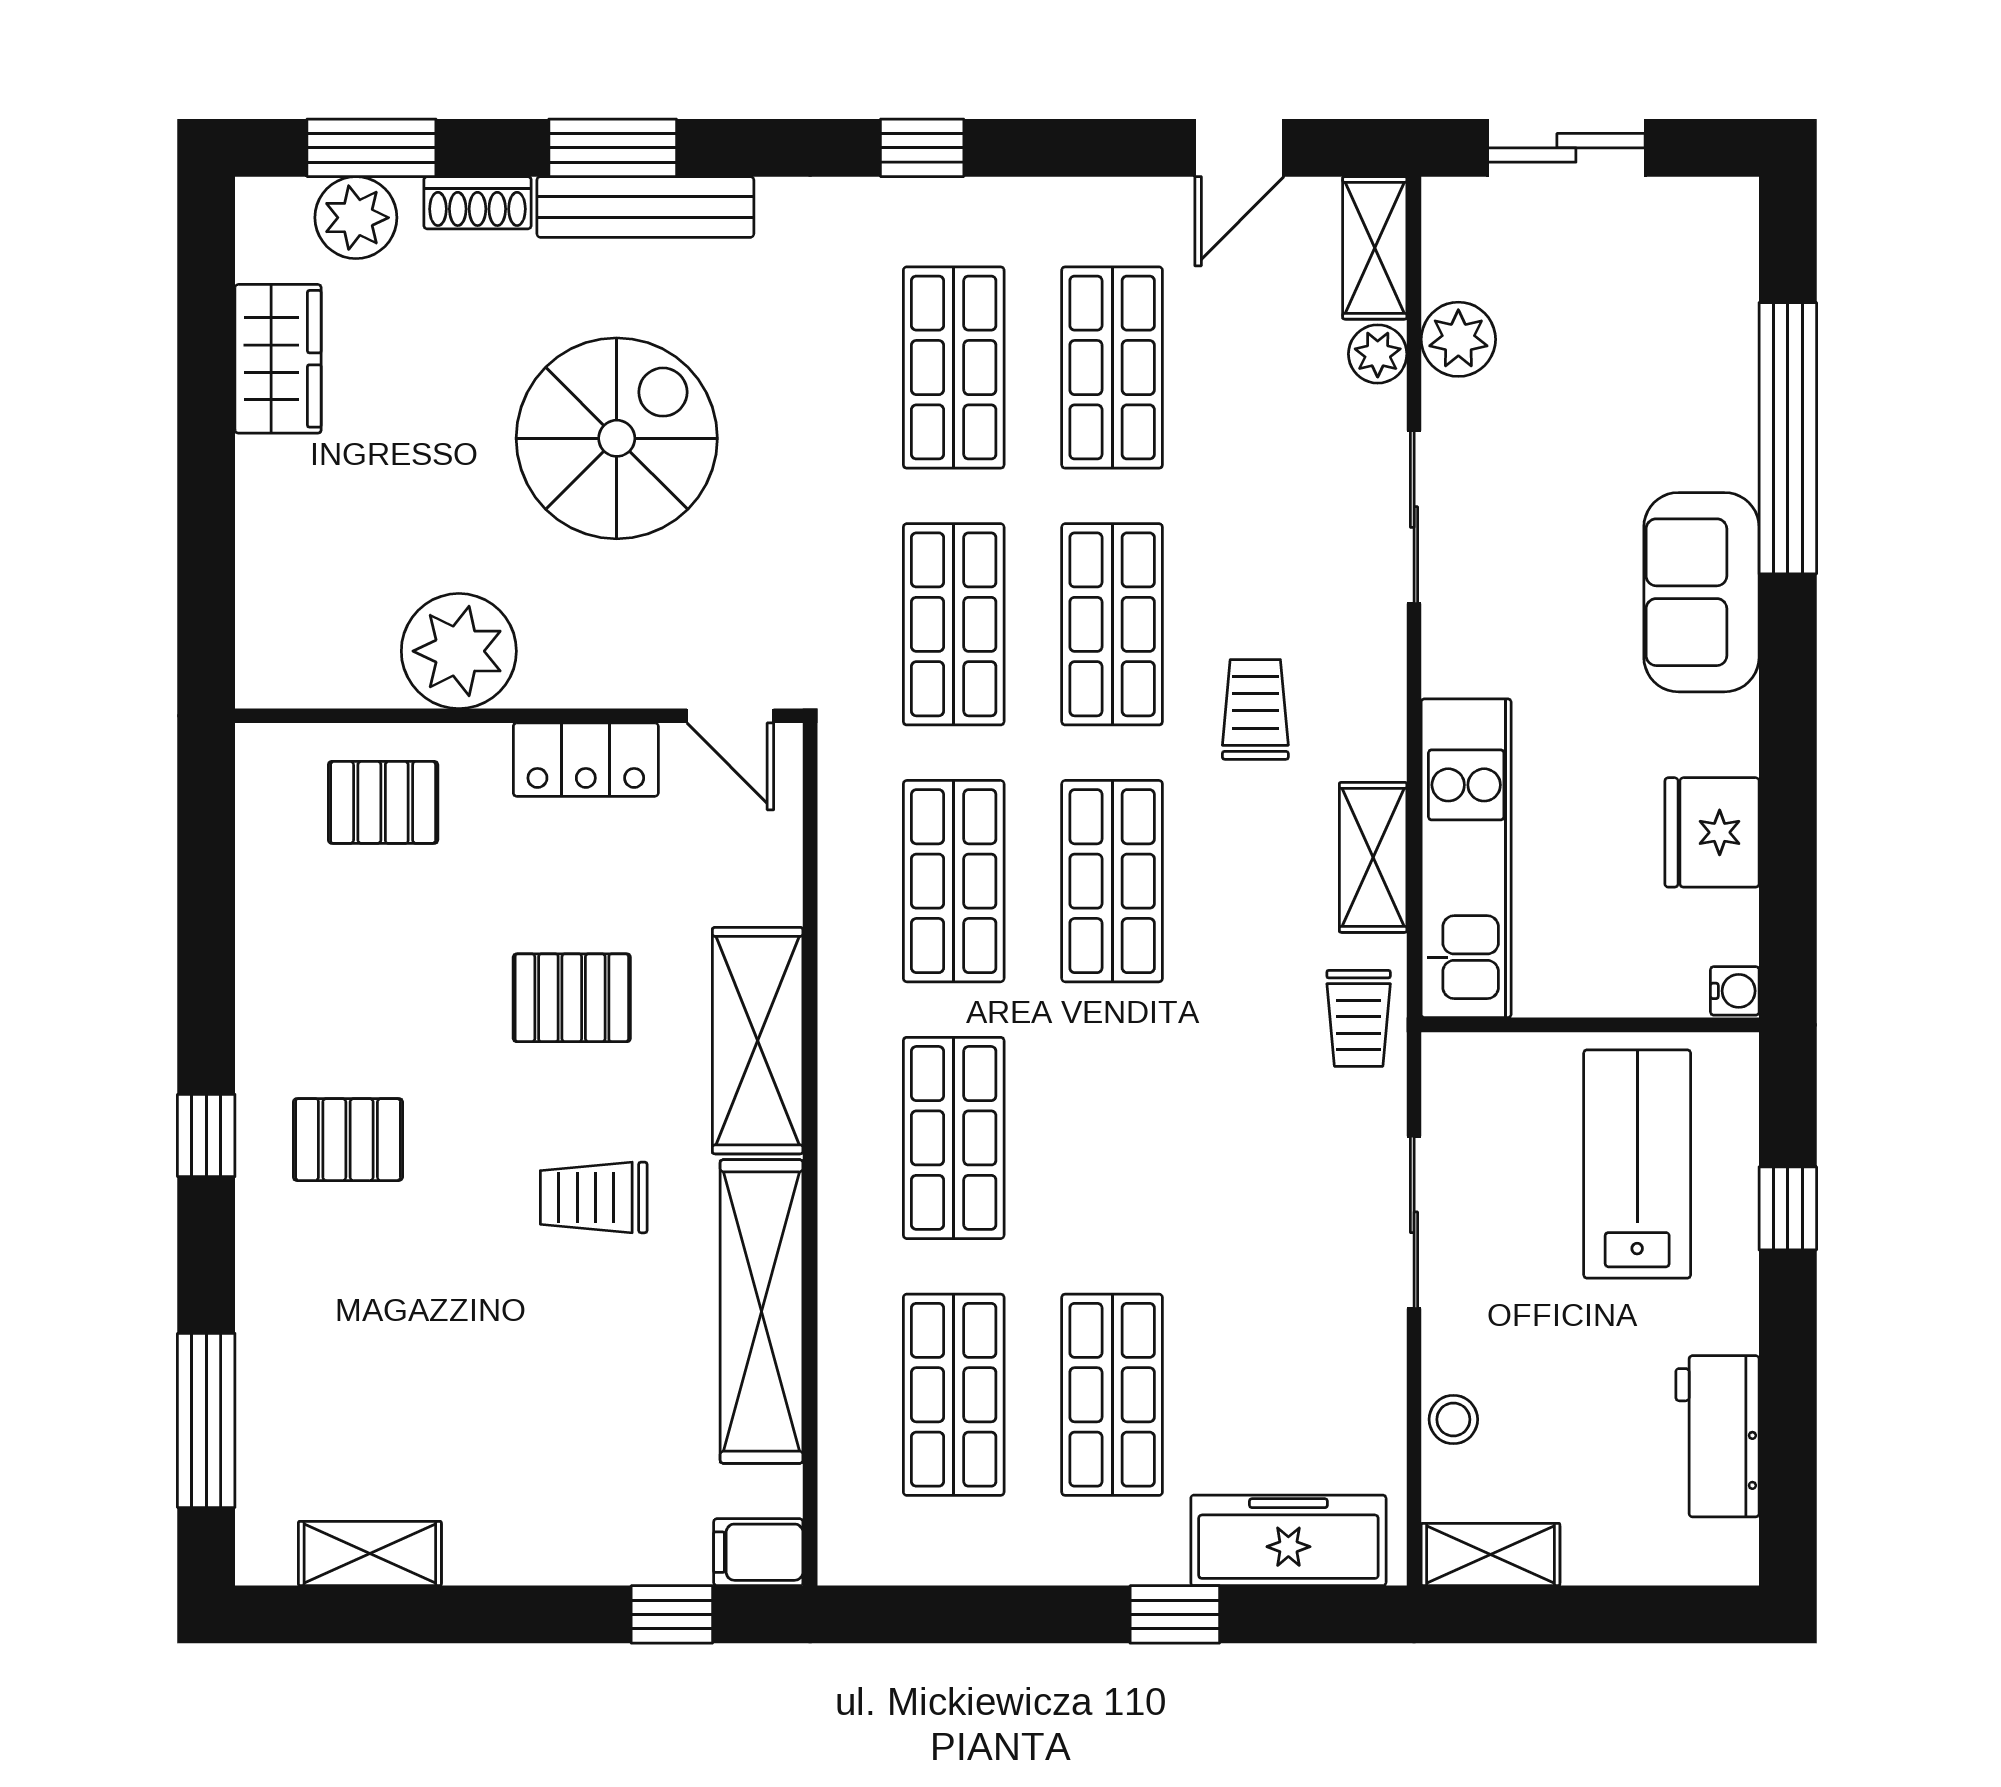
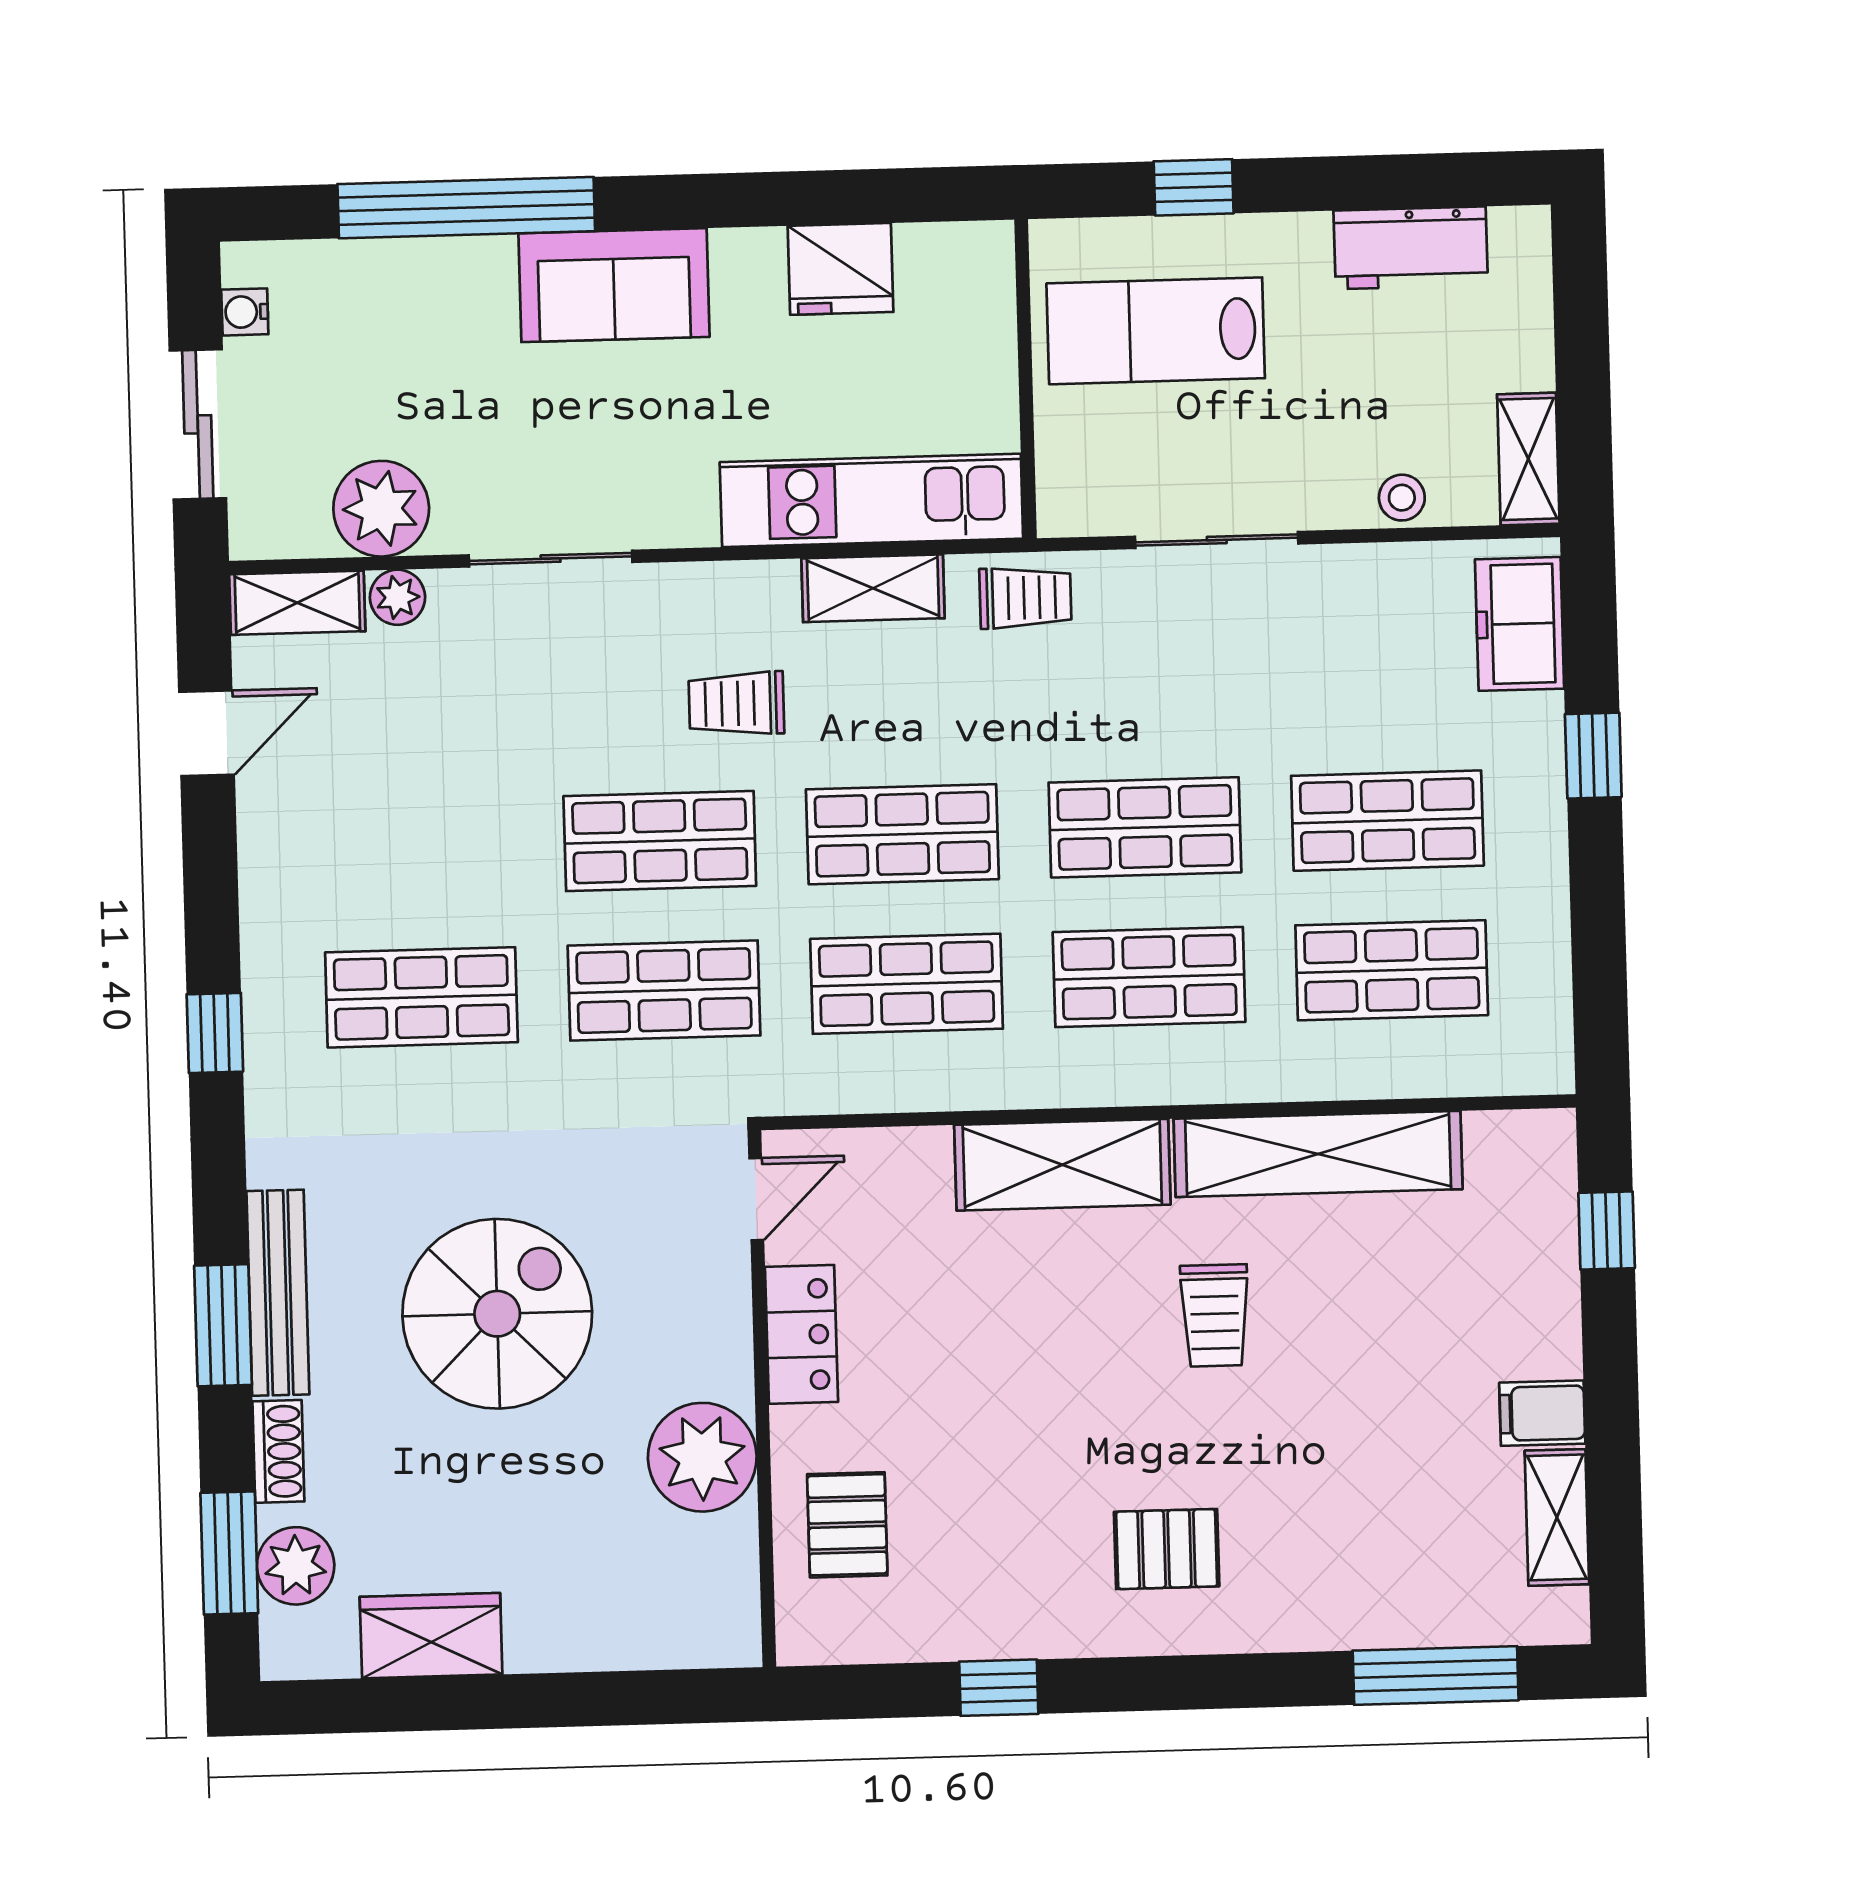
door: (1239, 148) -> (206, 733), hinge flipped
plant: (1458, 339) -> (381, 509), width x1.36, depth x1.36
shop shelf: (1112, 368) -> (1145, 827), moved
spiral stairs: (617, 438) -> (497, 1314), turned 90
water cooler: (1735, 991) -> (245, 312), moved, turned -90
pallet: (572, 998) -> (1027, 1341), removed
window: (206, 1135) -> (999, 1688), moved
pallet: (348, 1140) -> (1167, 1549), turned 90
freezer: (1288, 1540) -> (1520, 624), width x0.71
filing cabinet: (758, 1552) -> (1542, 1413), moved, turned 90

